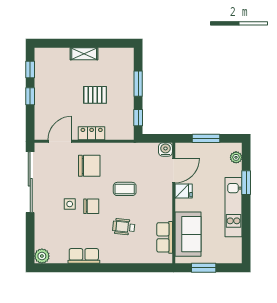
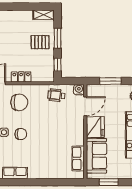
shelving: (84, 54) -> (44, 15), moved
pallet: (95, 95) -> (40, 42), moved
coffee table: (125, 189) -> (47, 121), removed
fridge: (184, 191) -> (95, 127), width x1.88, depth x1.34
wheelchair: (124, 227) -> (56, 95), moved

